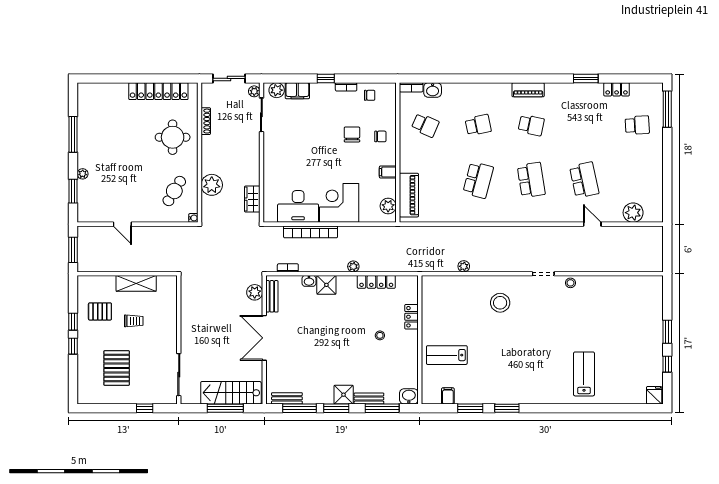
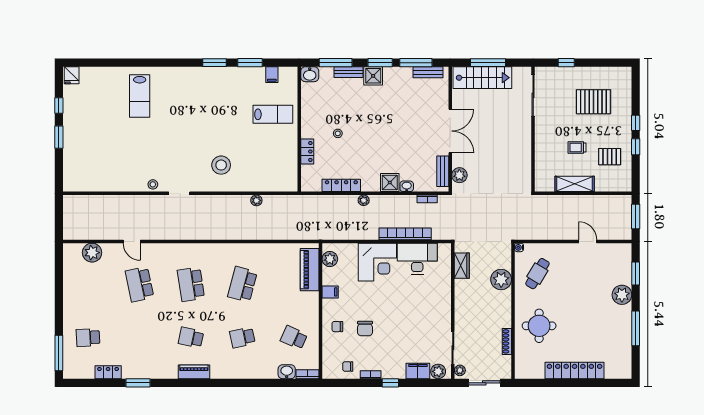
locker: (158, 91) -> (575, 371), moved
plant: (83, 174) -> (622, 295), width x1.88, depth x1.88
pallet: (117, 368) -> (593, 102), turned 90

